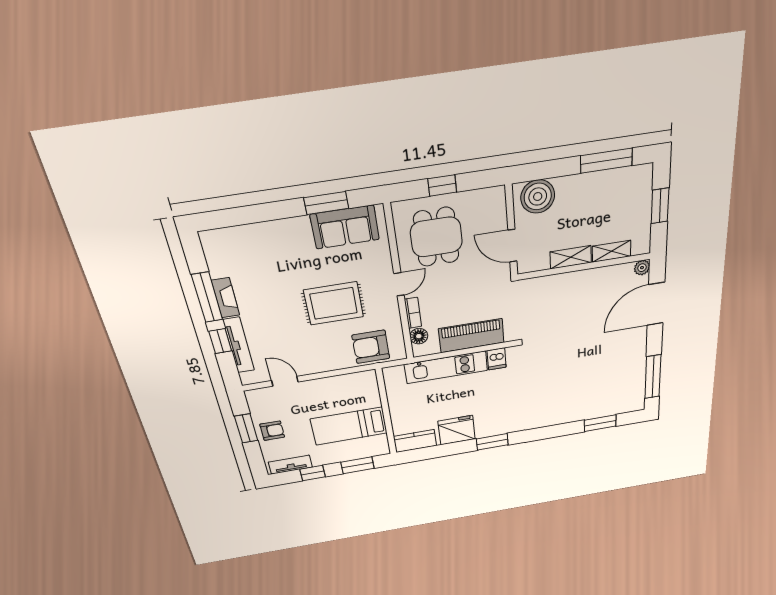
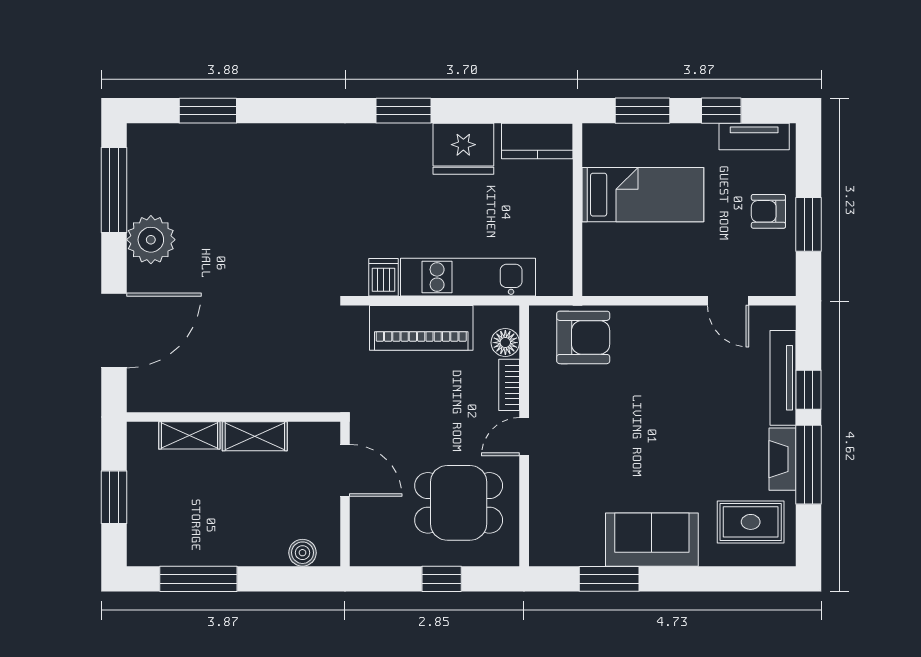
boiler: (538, 197) -> (302, 553), width x0.54, depth x0.54
sofa: (345, 227) -> (652, 540), moved
dining table: (436, 237) -> (459, 503), turned 90
plant: (642, 268) -> (151, 240), moved, width x1.87, depth x1.87
rug: (334, 303) -> (751, 522), moved, width x0.73, depth x0.70

